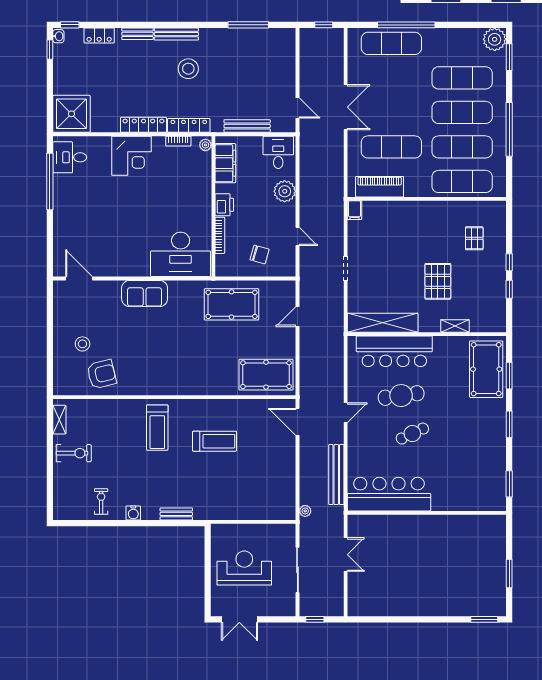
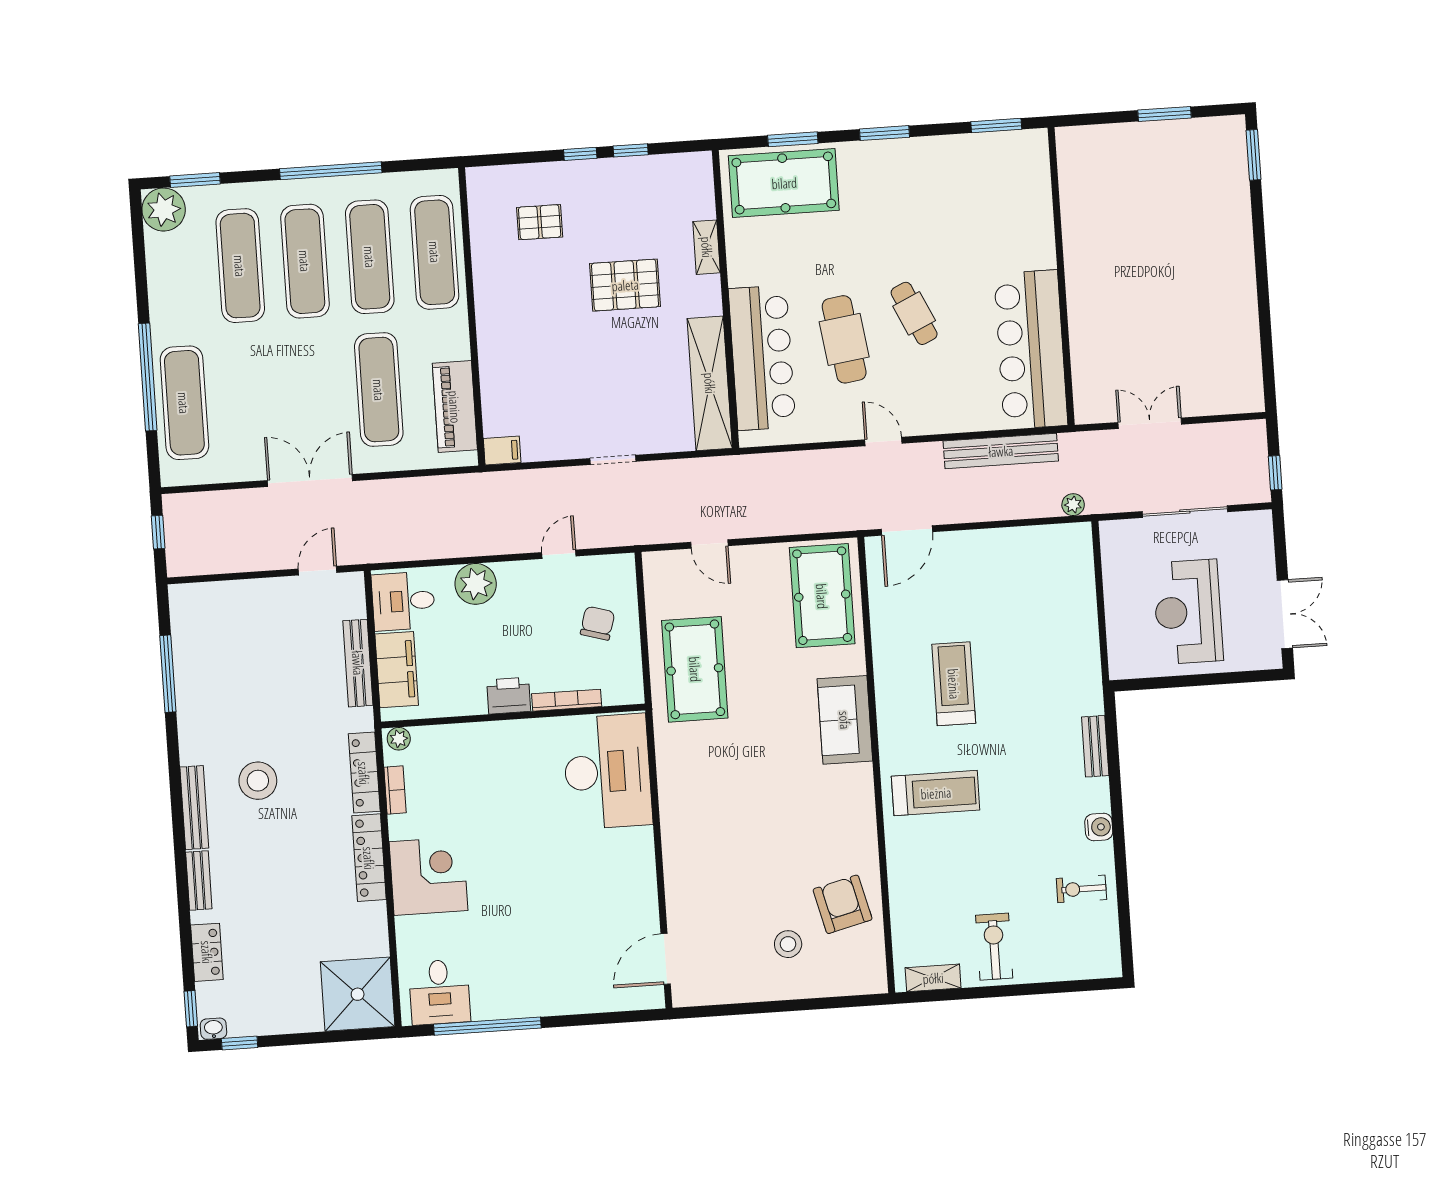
filing cabinet: (225, 163) -> (397, 670), moved, turned 90
sofa: (145, 293) -> (845, 720), moved, turned 180

